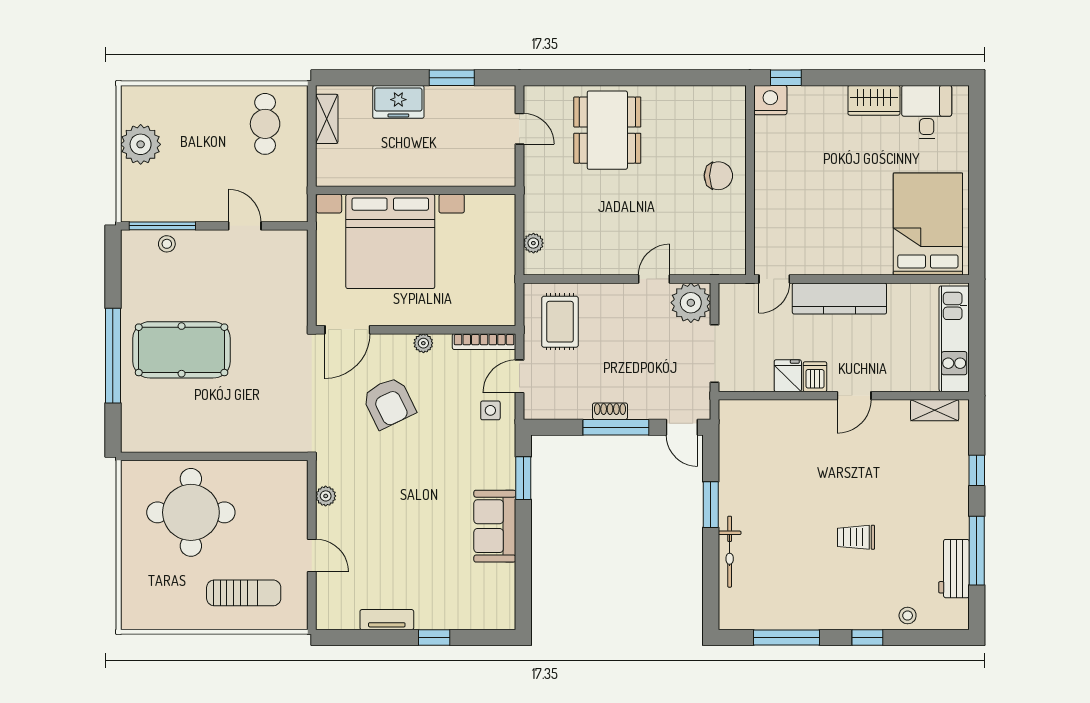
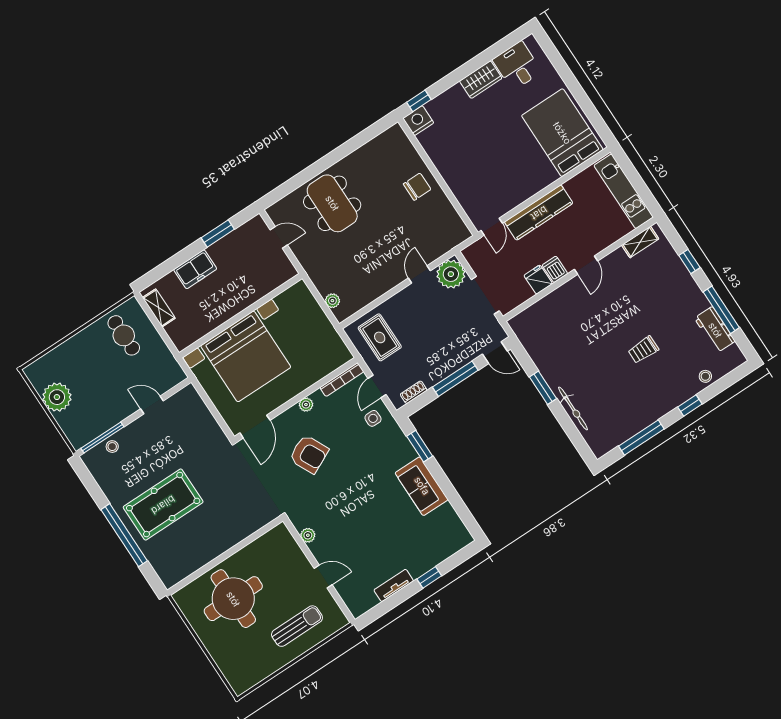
shoe rack: (610, 411) -> (414, 392), moved

